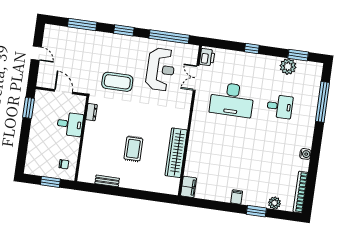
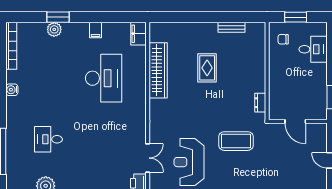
desk: (232, 100) -> (104, 78), moved, turned 90
desk: (70, 124) -> (313, 49), moved, turned 180
filing cabinet: (237, 197) -> (95, 30), moved
plant: (274, 203) -> (54, 29), moved

